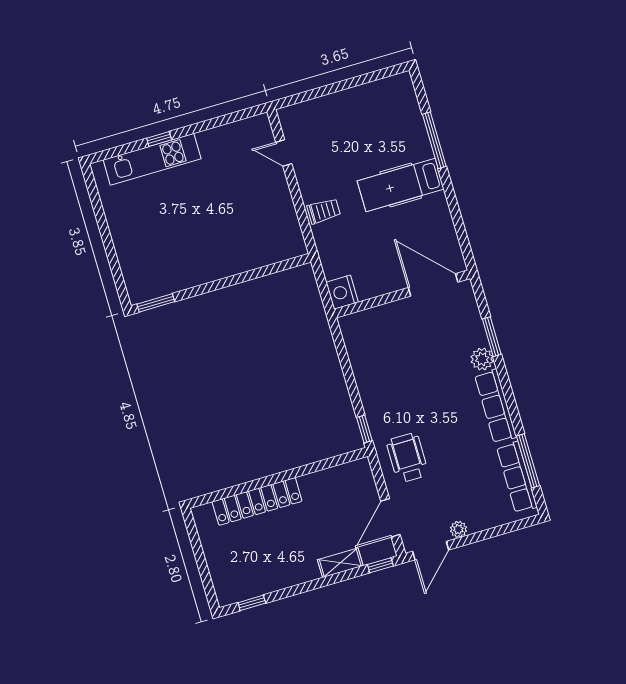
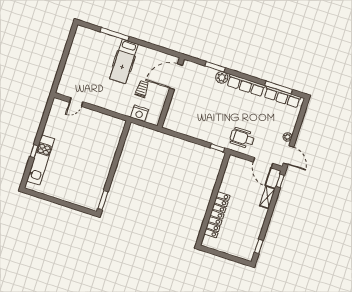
trolley: (324, 211) -> (142, 89), moved
nightstand: (342, 292) -> (139, 113), moved

